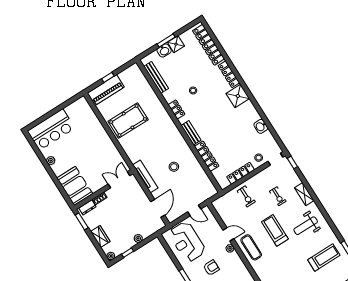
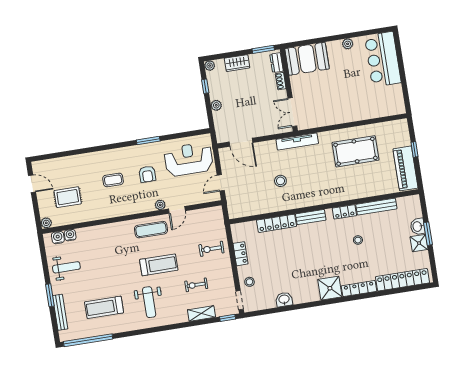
bench: (156, 77) -> (376, 207), moved
piano: (106, 90) -> (406, 168), moved
pool table: (128, 121) -> (355, 151), turned 90
locker: (241, 173) -> (241, 254), width x0.66
tv unit: (145, 176) -> (297, 141), moved
double door: (119, 180) -> (292, 112), swing flipped
shelving: (304, 194) -> (201, 313), moved
weight bench: (306, 226) -> (149, 302), turned 180
treadmill: (324, 257) -> (104, 307), turned 90

